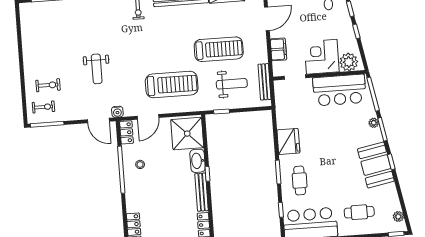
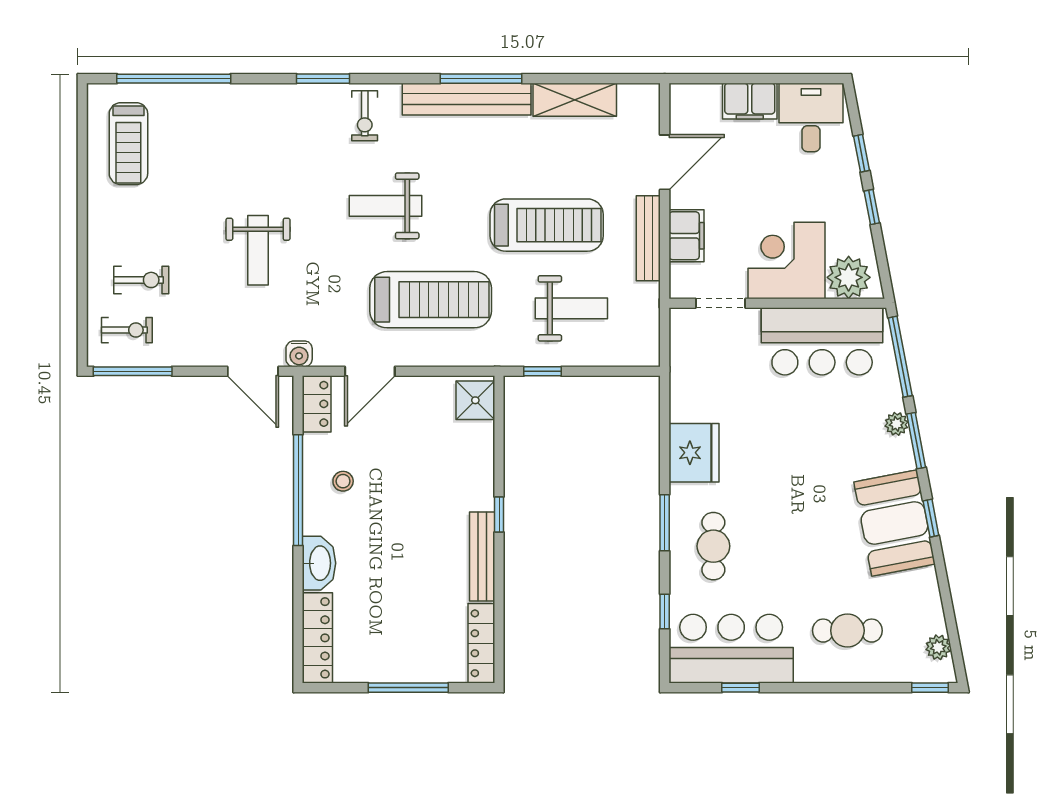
treadmill: (38, 28) -> (128, 144), added
weight bench: (150, 46) -> (385, 206), added
bench: (264, 82) -> (648, 238), moved
shower: (187, 134) -> (475, 400), width x0.54, depth x0.54
washbasin: (198, 161) -> (319, 563), moved, turned 180

